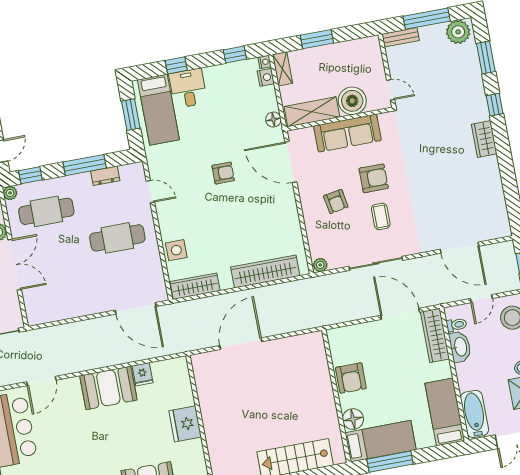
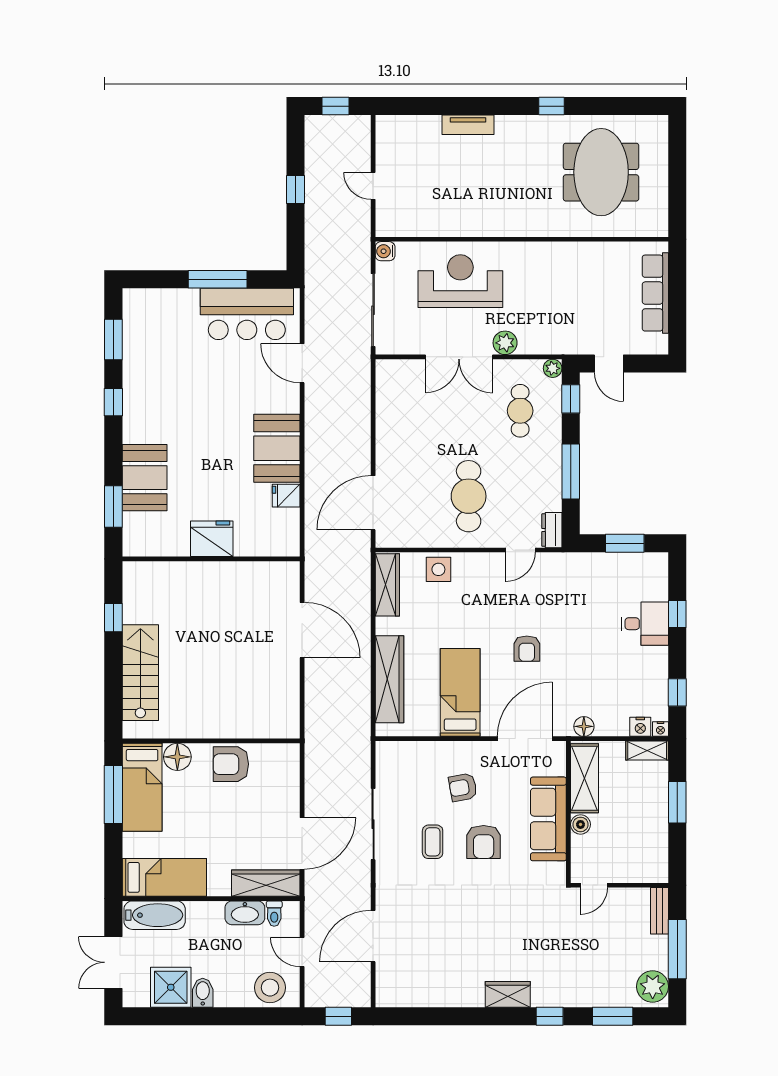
boiler: (352, 101) -> (580, 824), width x0.54, depth x0.54
bed: (158, 110) -> (460, 692), moved, turned 90
dresser: (105, 176) -> (552, 530), moved
cafe table: (46, 211) -> (520, 411), width x0.73, depth x0.74
coffee table: (381, 216) -> (433, 842), turned 90
plant: (320, 265) -> (385, 752), removed

